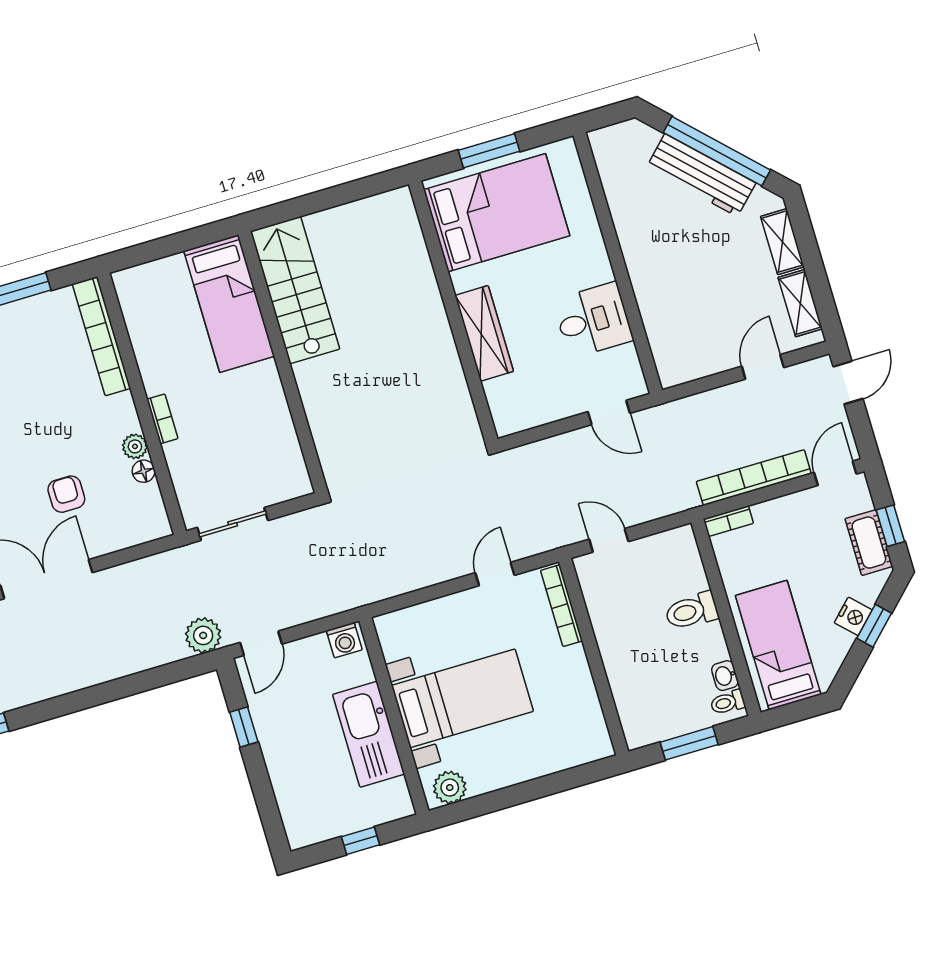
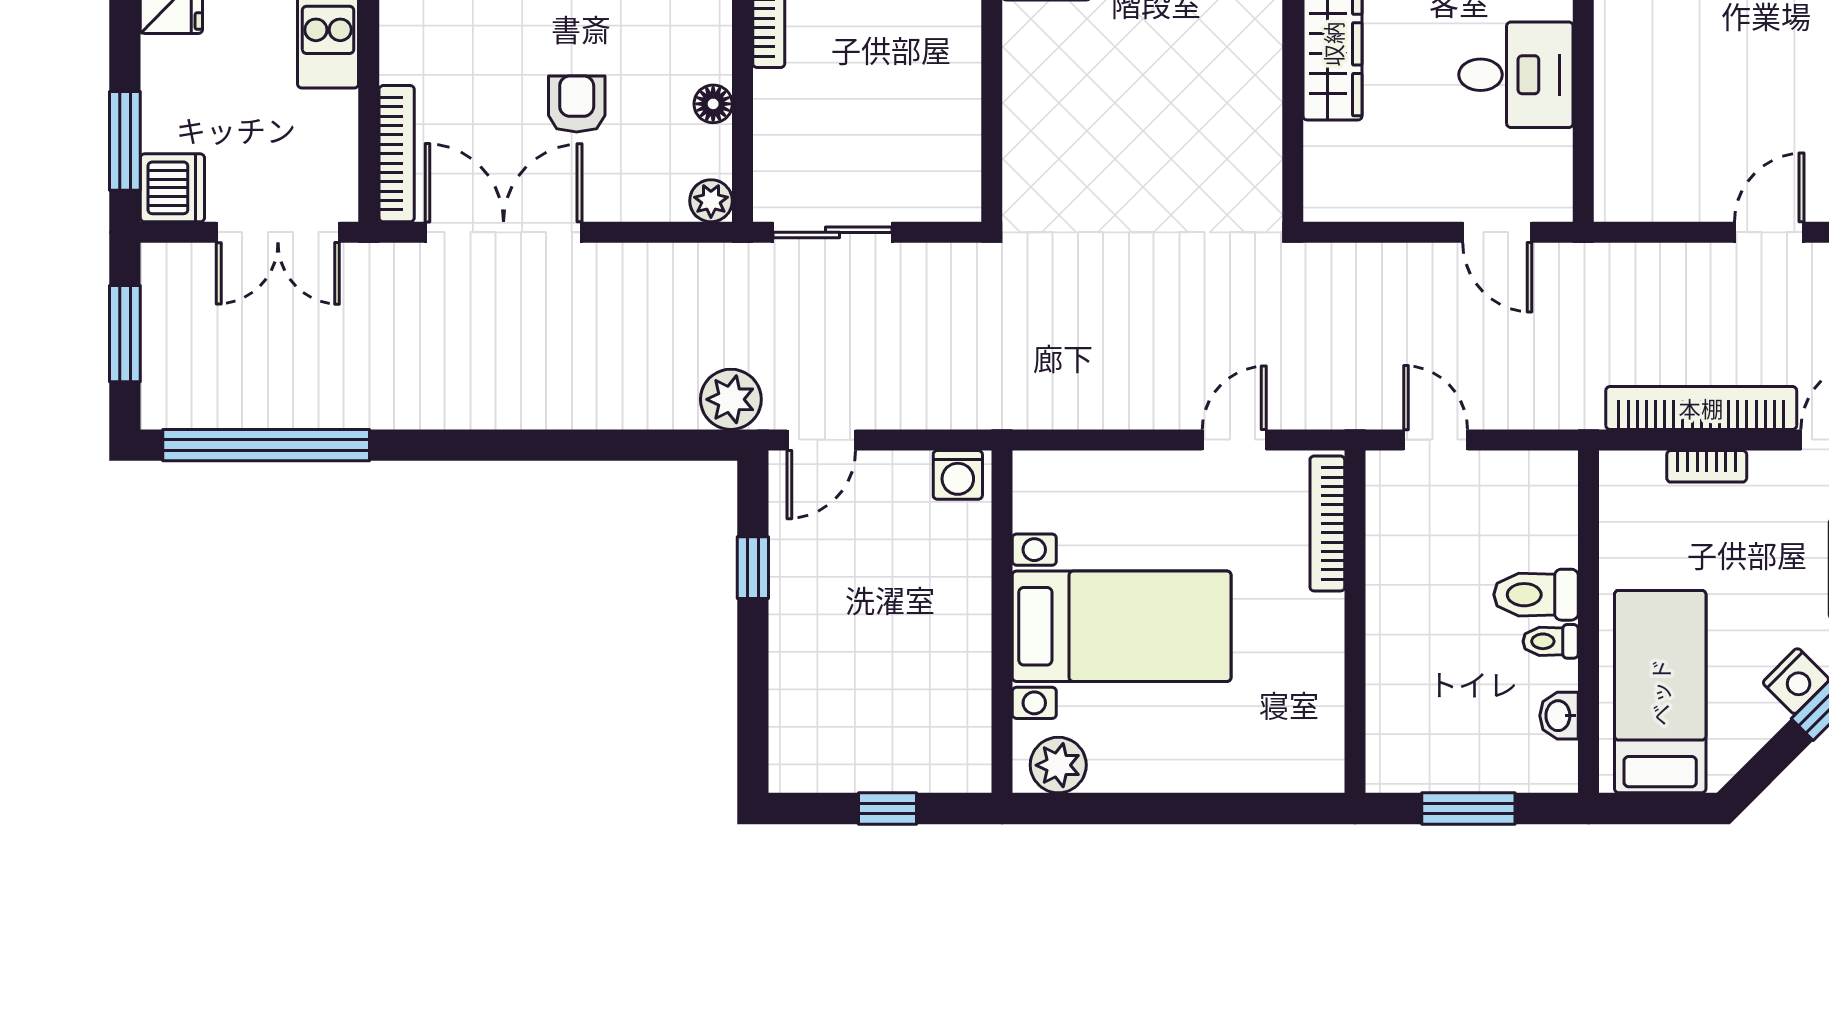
plant: (135, 446) -> (711, 201), moved
bookcase: (728, 521) -> (1707, 466), moved
toilet: (728, 702) -> (1551, 641), moved
kitchen sink: (369, 734) -> (952, 639), removed

